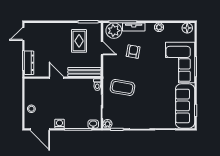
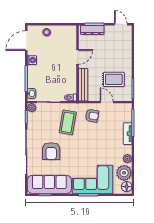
plant: (114, 31) -> (124, 173), moved
door: (102, 48) -> (107, 102), swing flipped
armchair: (133, 52) -> (92, 116), moved
armchair: (151, 104) -> (51, 151), added

